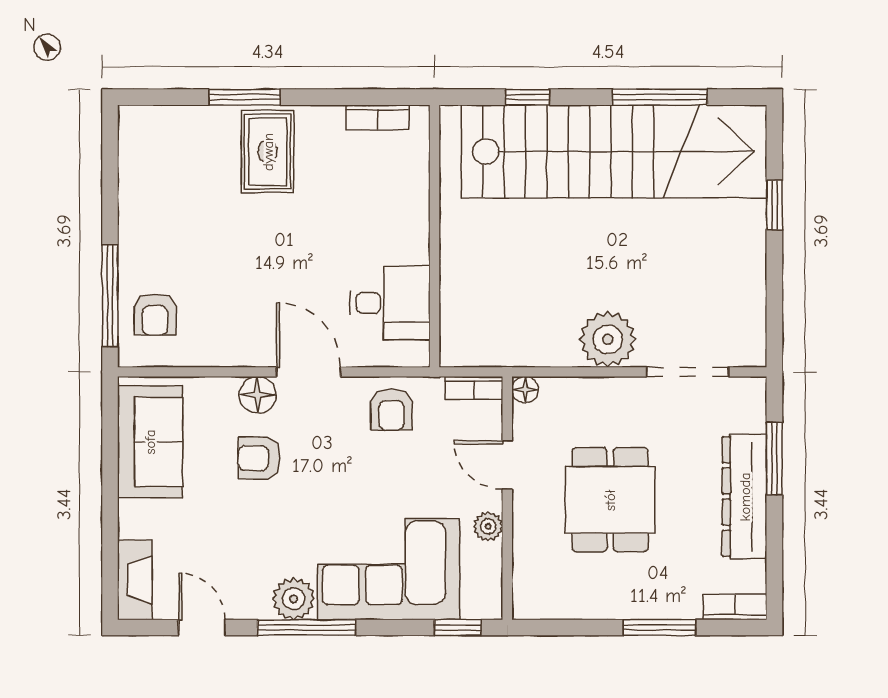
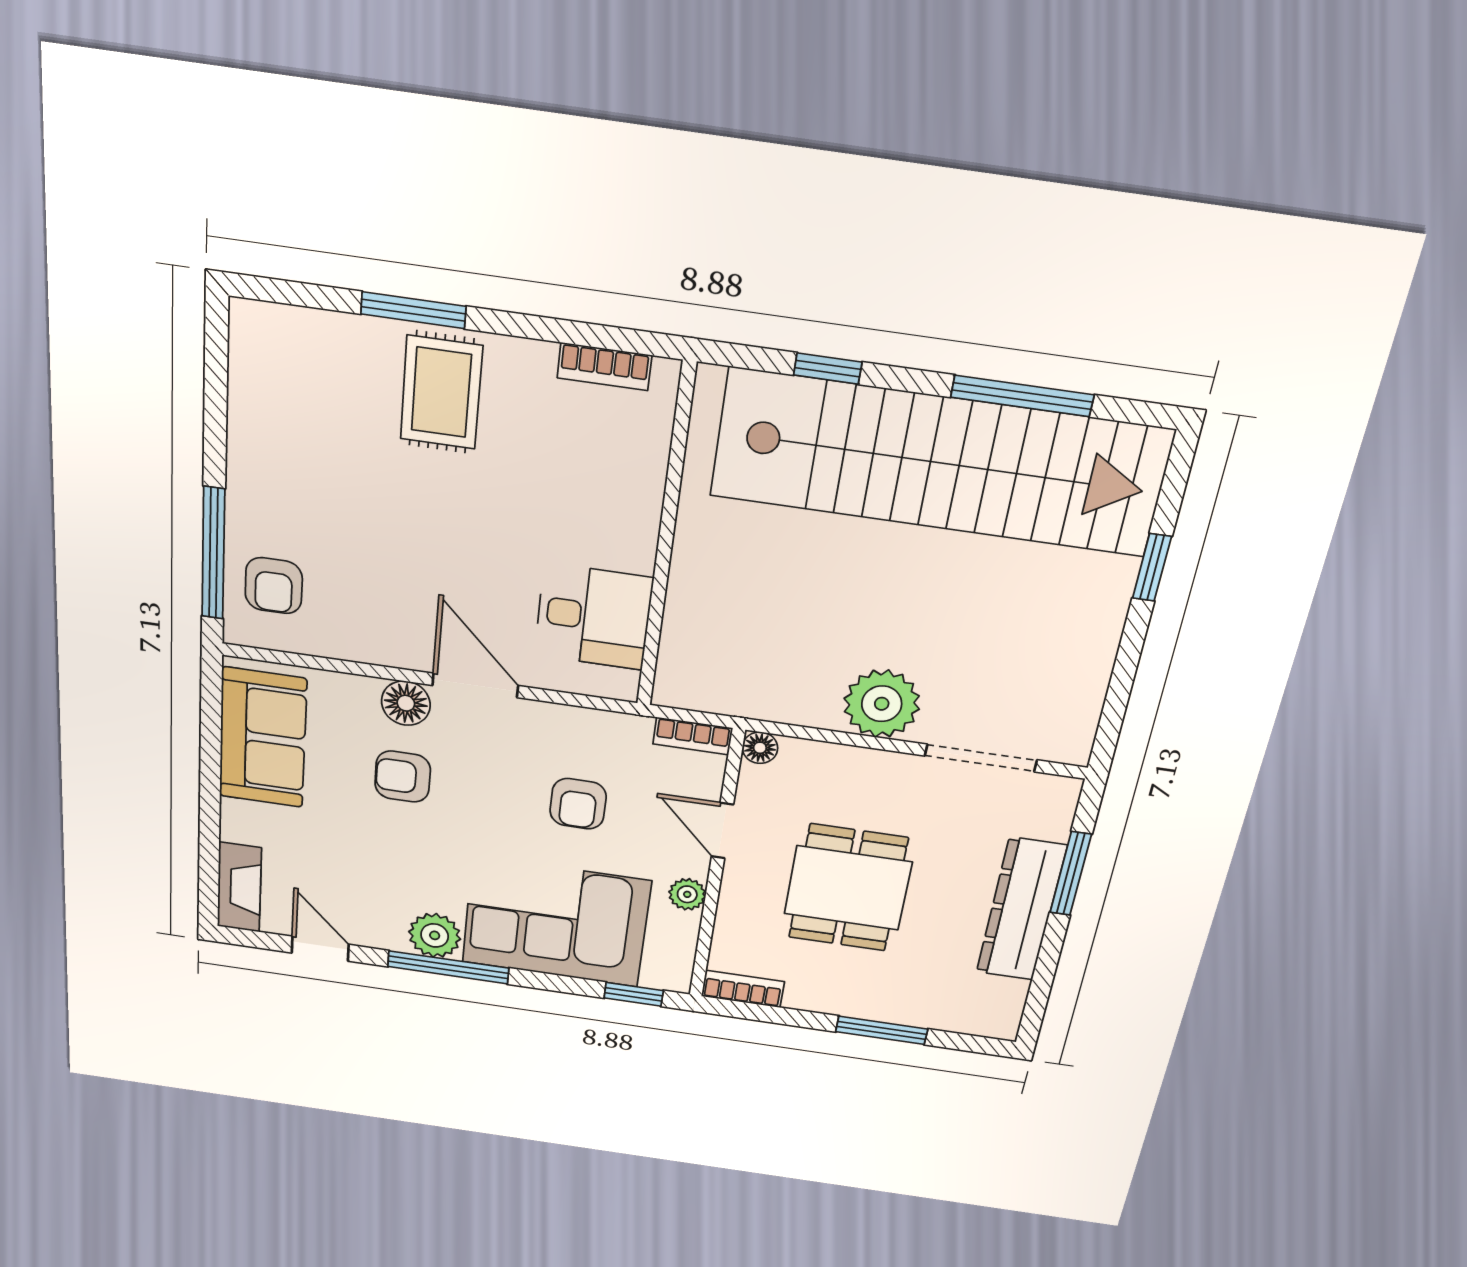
armchair: (391, 410) -> (578, 804), moved
bookcase: (735, 607) -> (743, 989), moved

